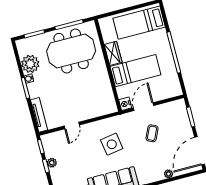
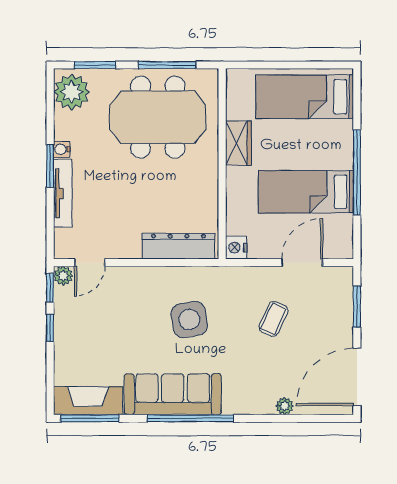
plant: (30, 64) -> (72, 92), moved
bed: (135, 71) -> (306, 192), moved, turned 180
door: (144, 107) -> (302, 263), moved
dresser: (97, 110) -> (178, 246), added
tv unit: (39, 115) -> (63, 193), moved
door: (72, 126) -> (90, 263), moved
plant: (52, 163) -> (63, 276), moved

